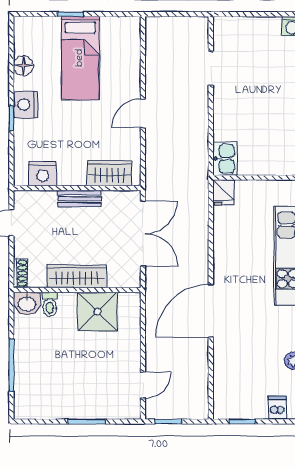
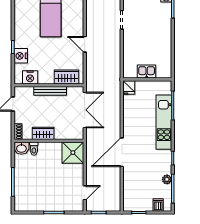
floor lamp: (23, 66) -> (20, 18), removed
nightstand: (26, 105) -> (21, 56), moved
door: (143, 113) -> (85, 44), hinge flipped
kitchen sink: (225, 159) -> (147, 72), moved, turned -90
bench: (80, 199) -> (50, 91), width x1.36
wardrobe: (77, 276) -> (43, 133), width x0.67
shower: (98, 312) -> (73, 153), moved

